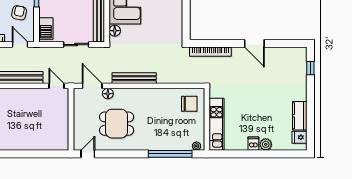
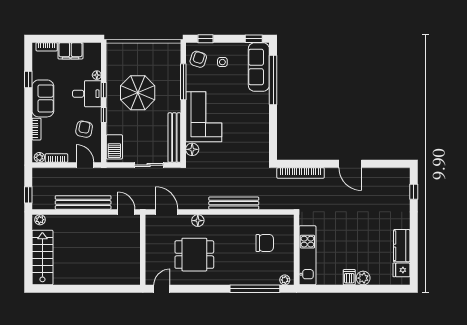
bench: (134, 78) -> (234, 203), moved
floor lamp: (108, 94) -> (198, 221), moved
chair: (189, 104) -> (265, 243), moved

